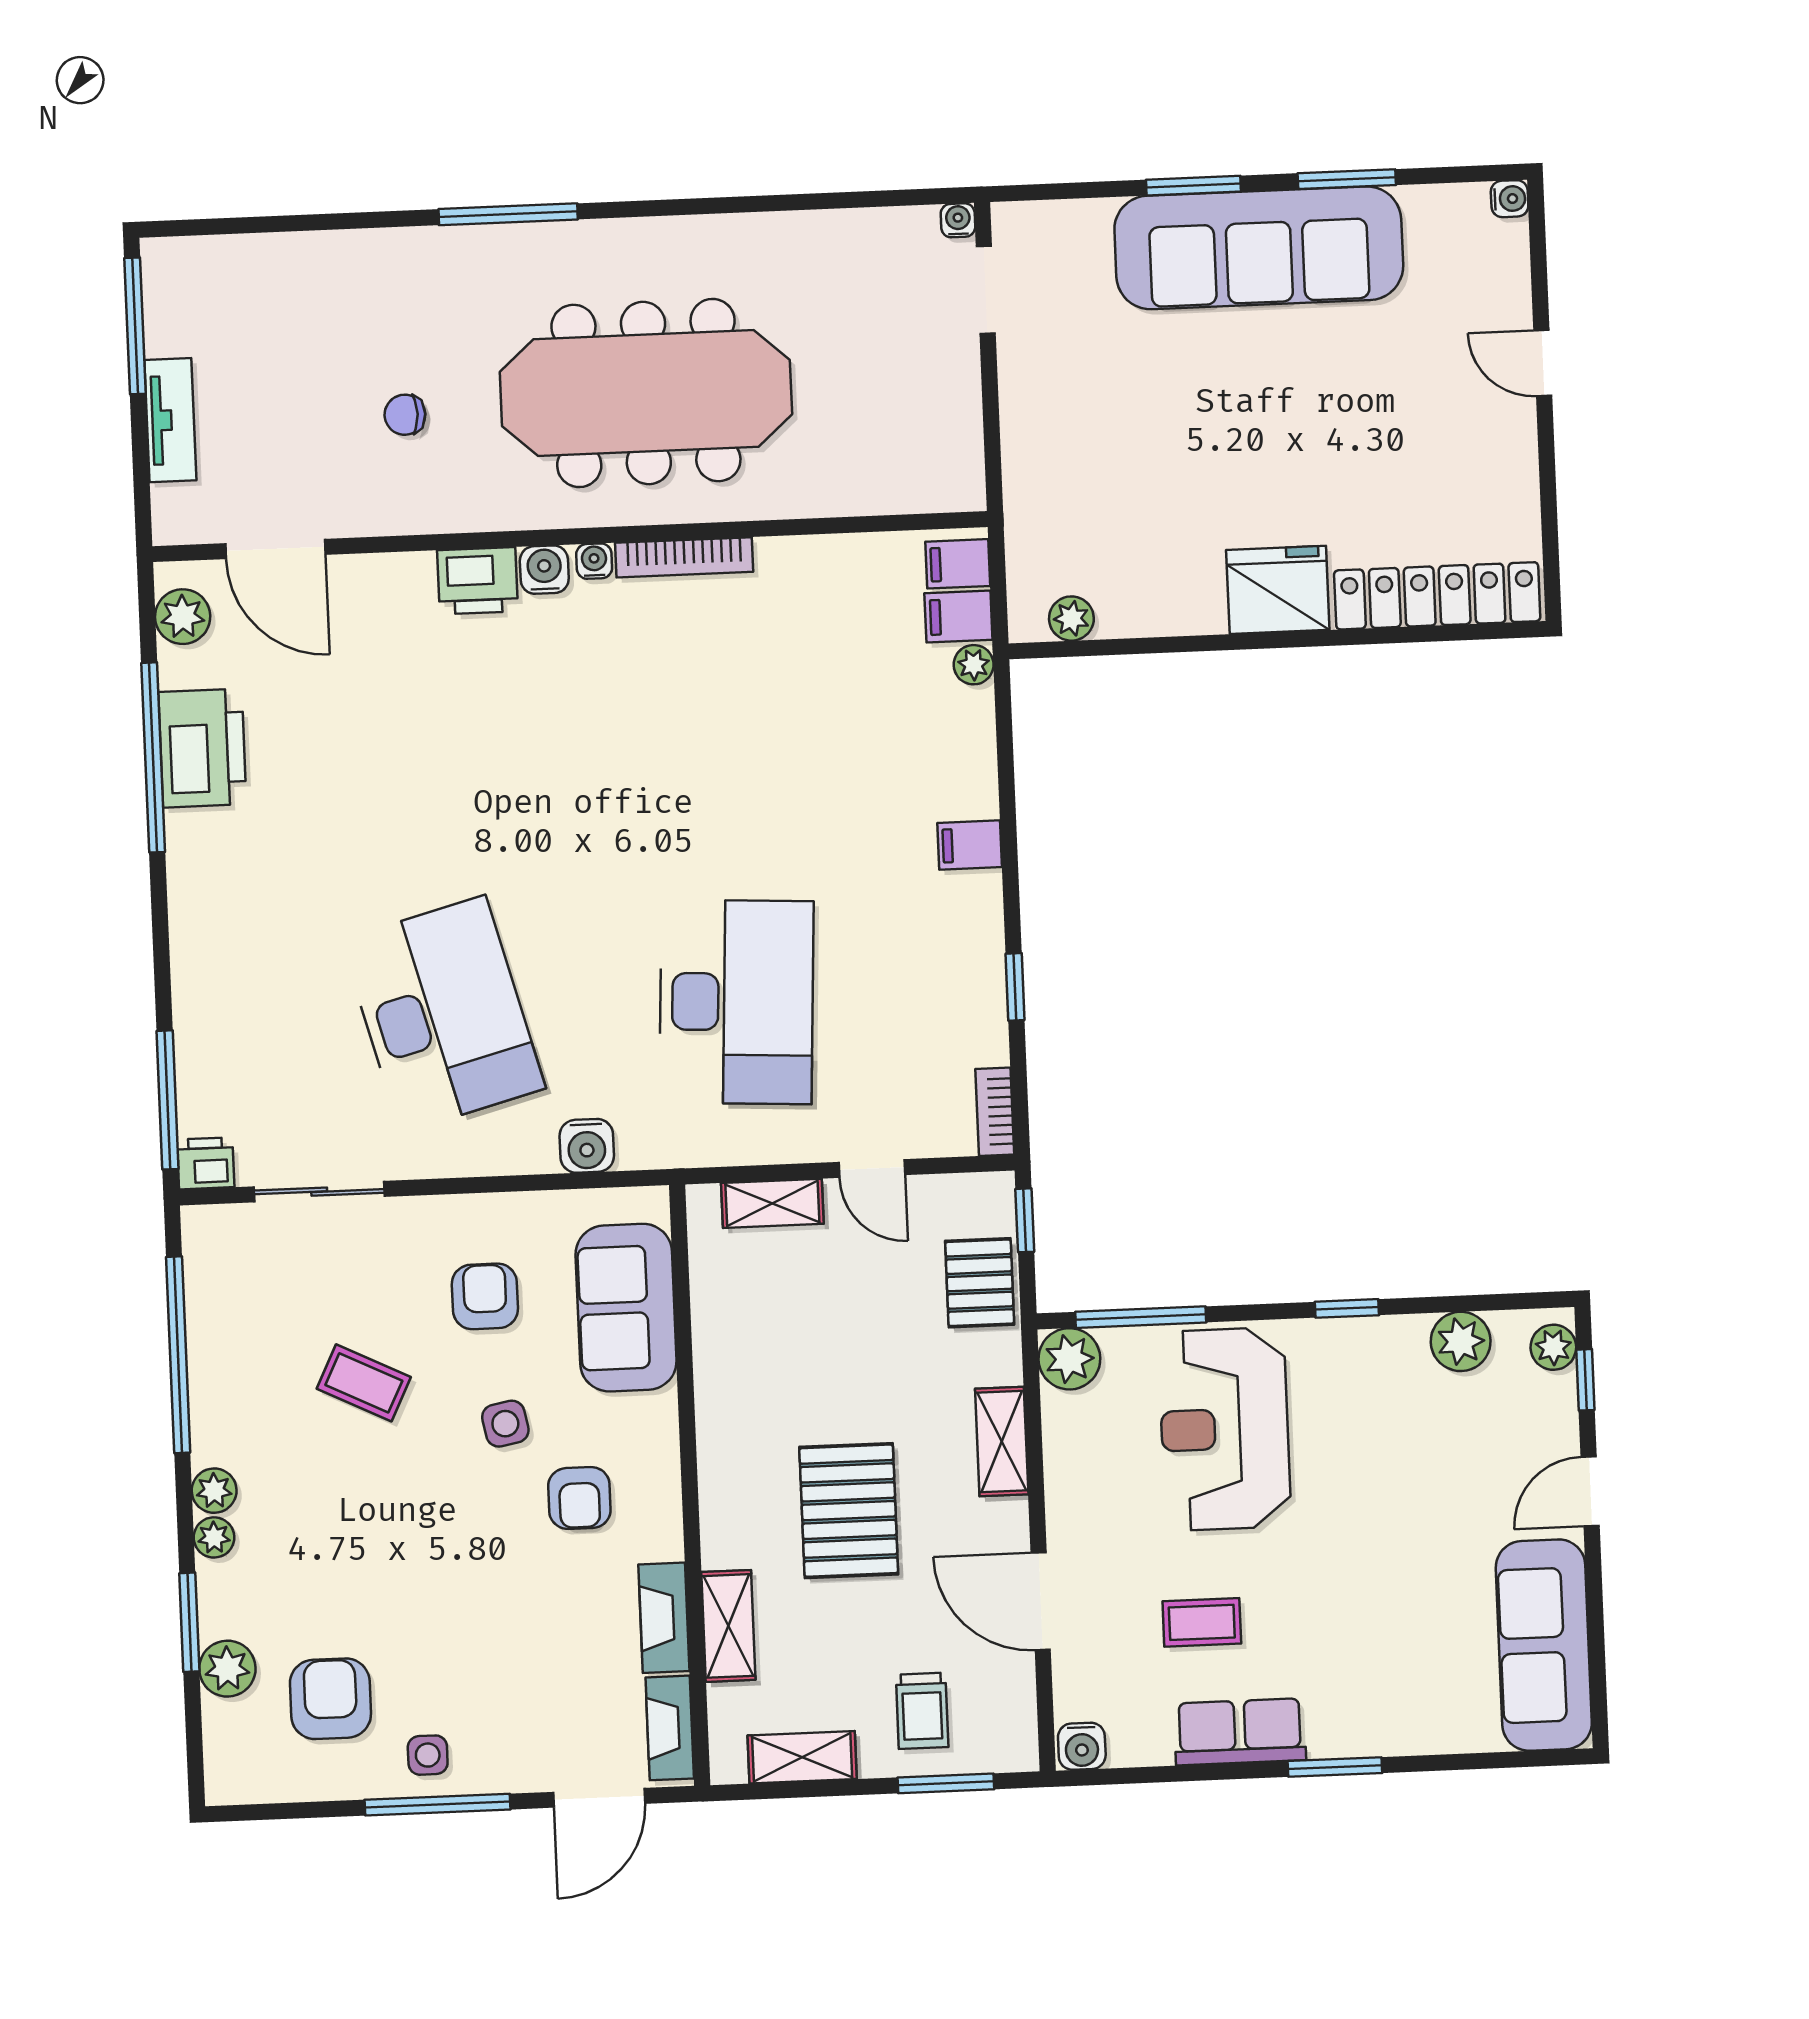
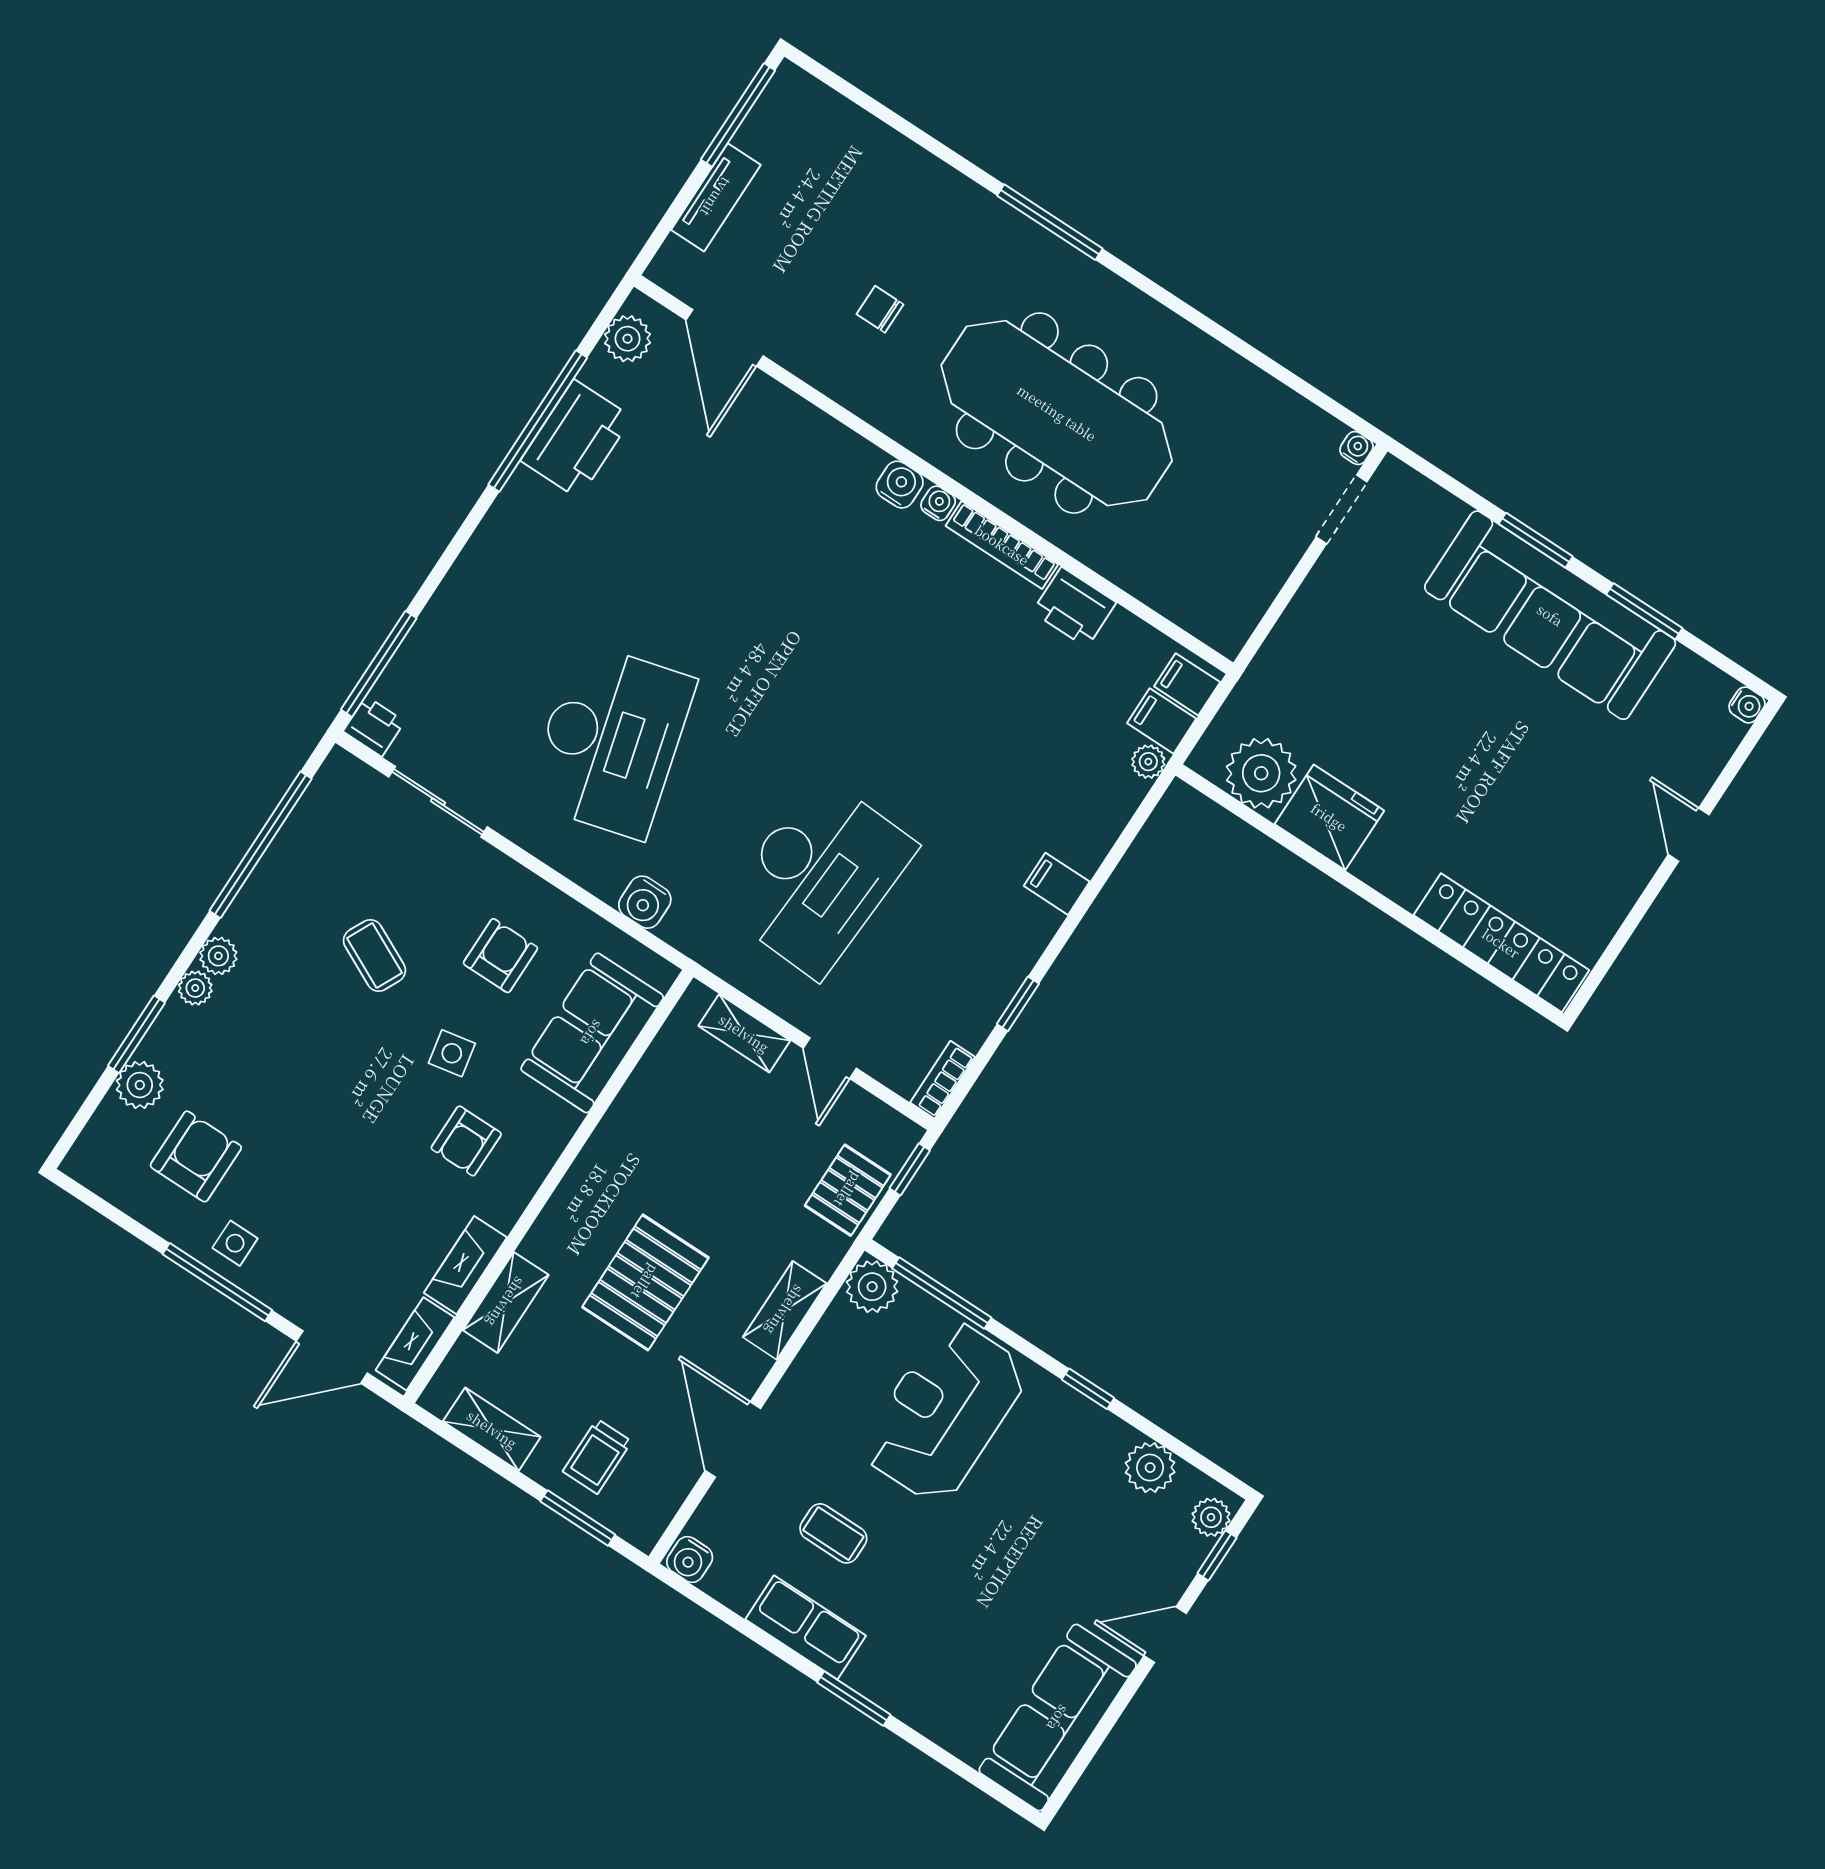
printer: (478, 581) -> (1074, 607), moved
fridge: (1278, 590) -> (1329, 817), moved
plant: (1071, 619) -> (1261, 773), width x1.88, depth x1.88

